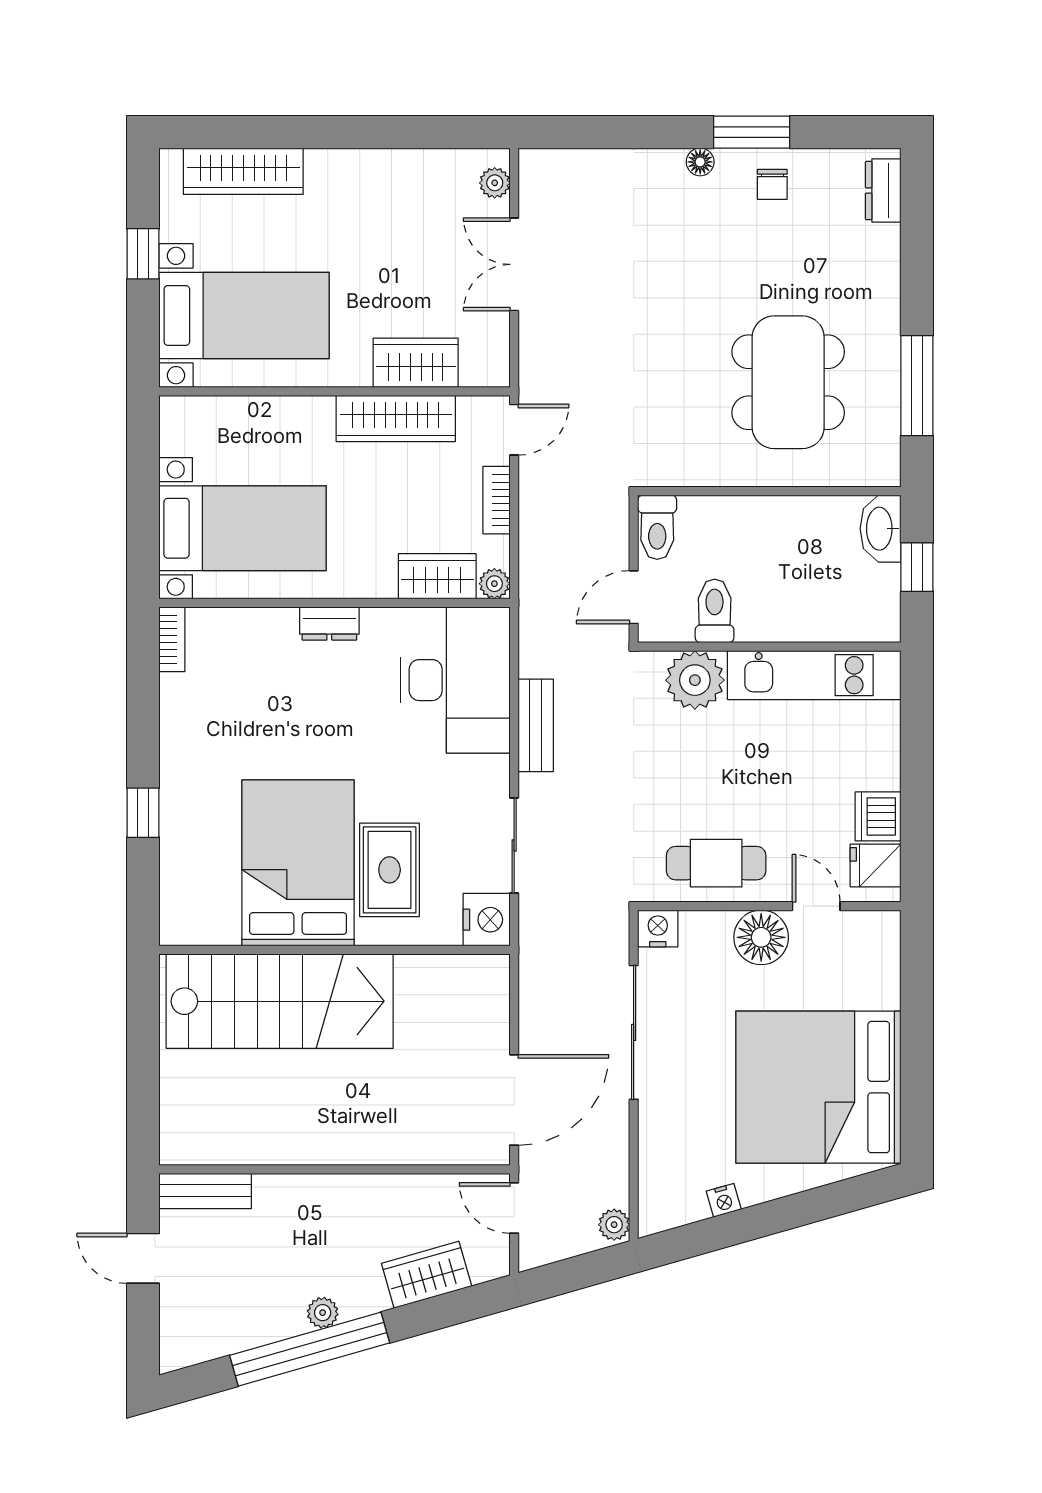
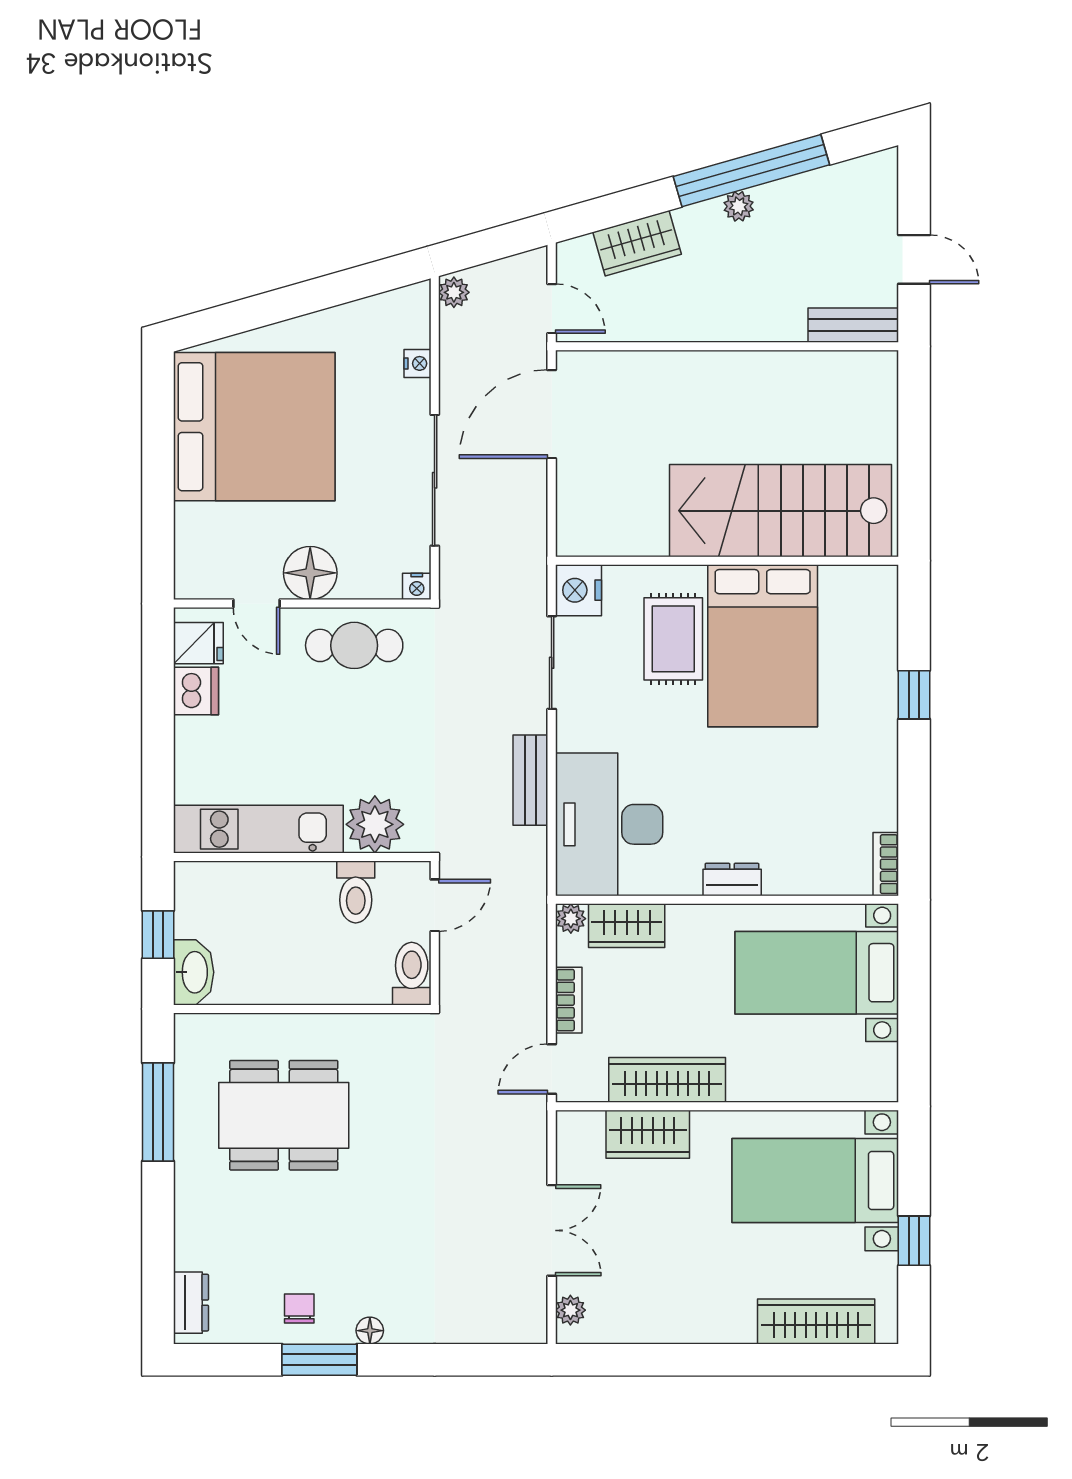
dining table: (788, 382) -> (284, 1115), turned 90
nightstand: (658, 928) -> (417, 586), width x0.72, depth x0.74
nightstand: (724, 1200) -> (417, 363), moved, turned 106

